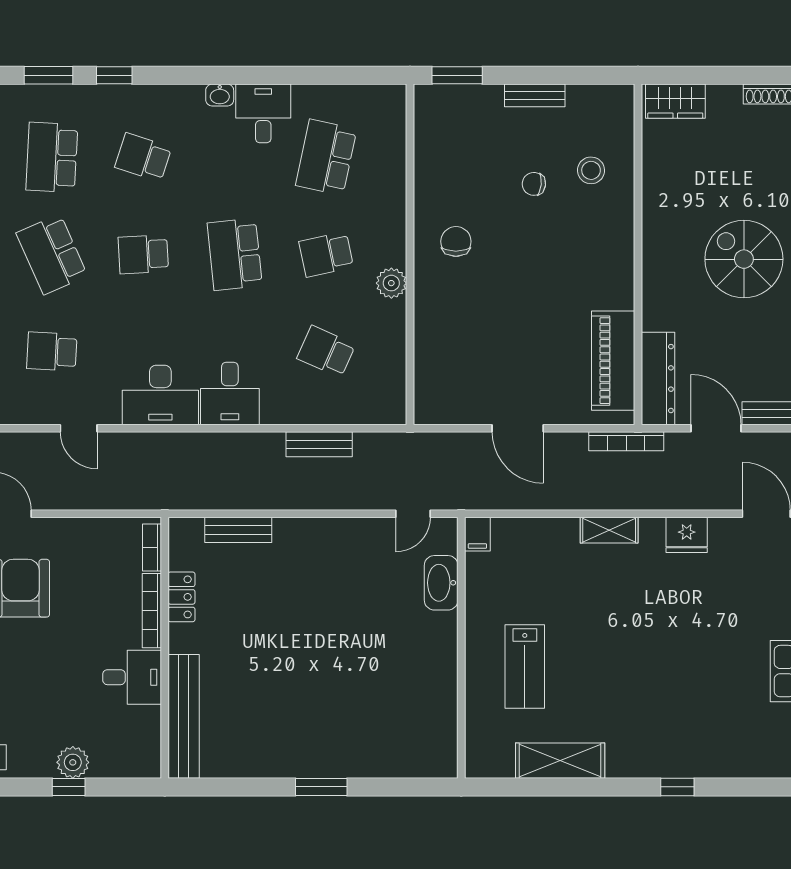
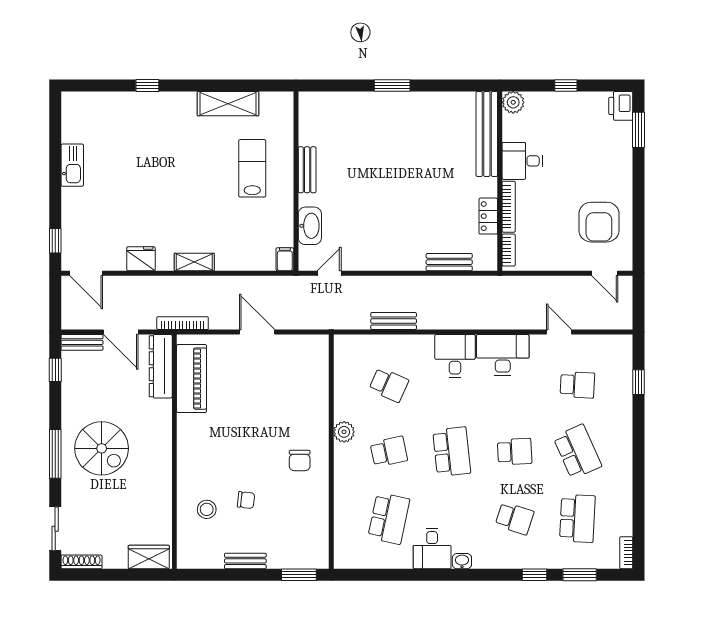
bench: (445, 664) -> (307, 170), added
plant: (73, 762) -> (513, 102), moved

